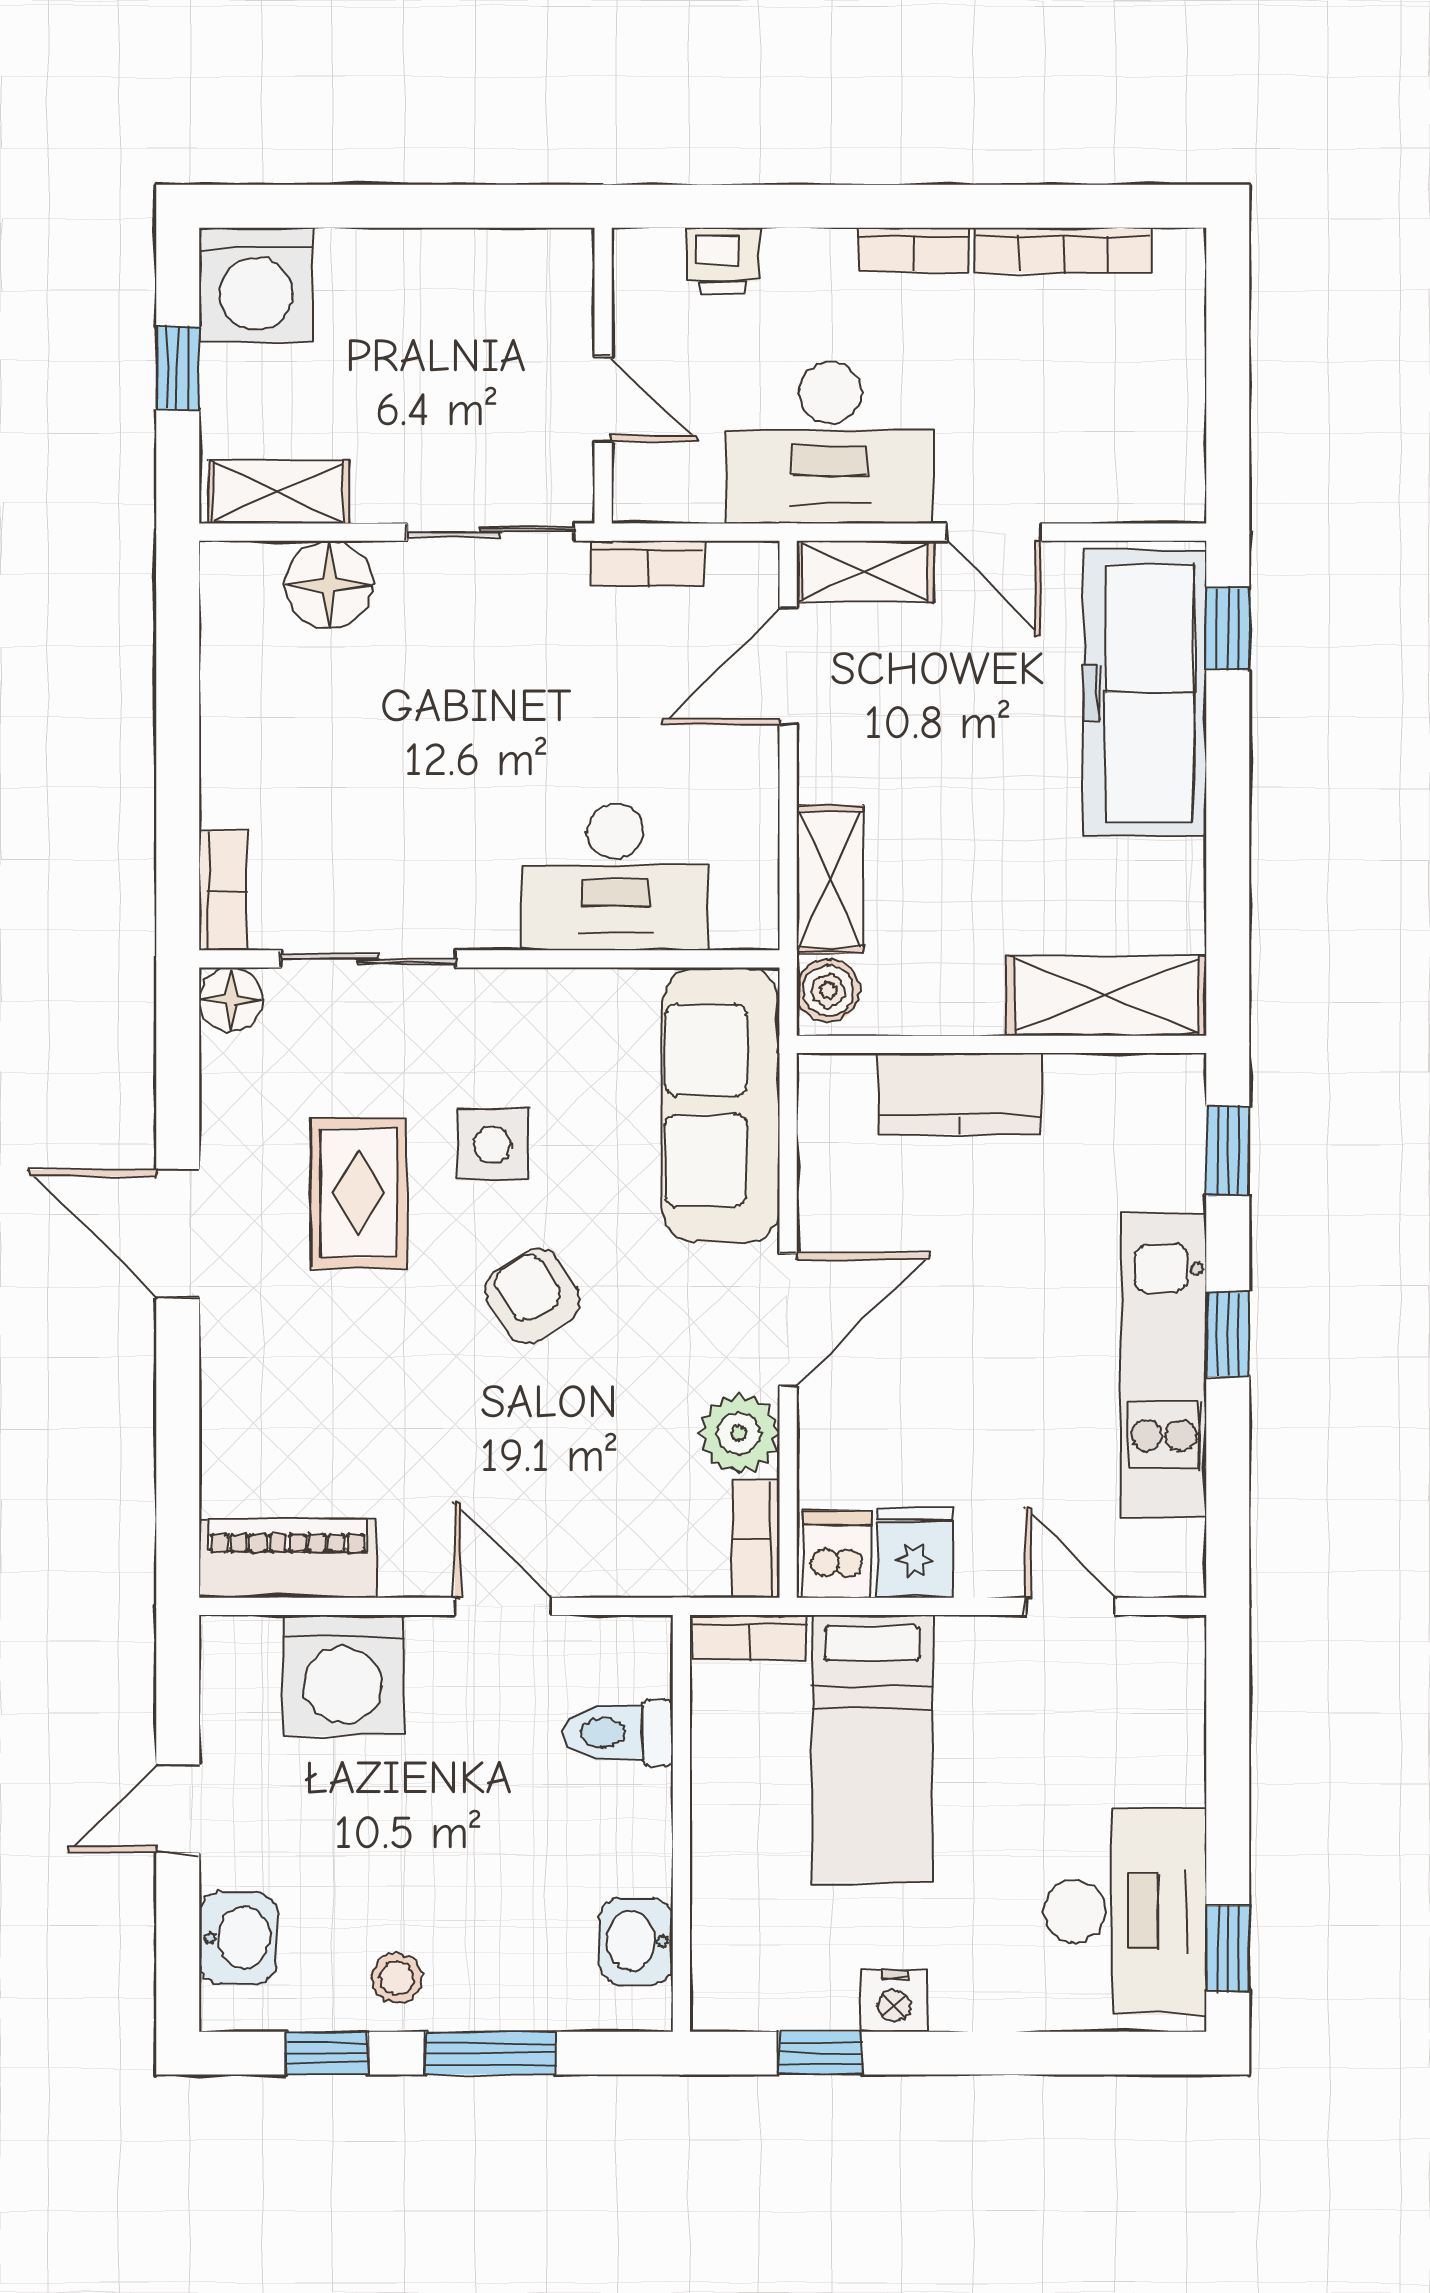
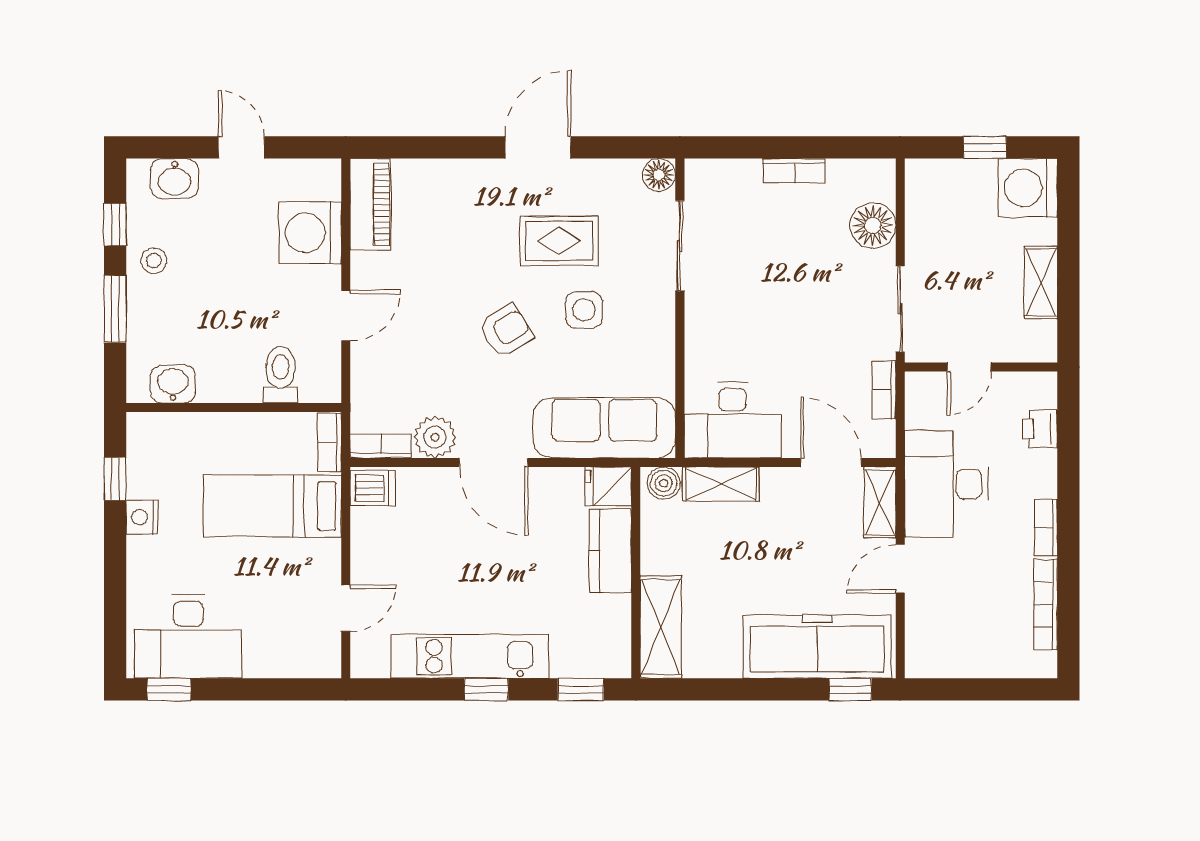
shelving: (278, 492) -> (1041, 283), moved
desk: (615, 877) -> (733, 420), moved, turned -90
bookcase: (223, 891) -> (794, 171), moved
fridge: (915, 1553) -> (608, 486), moved, turned 180

